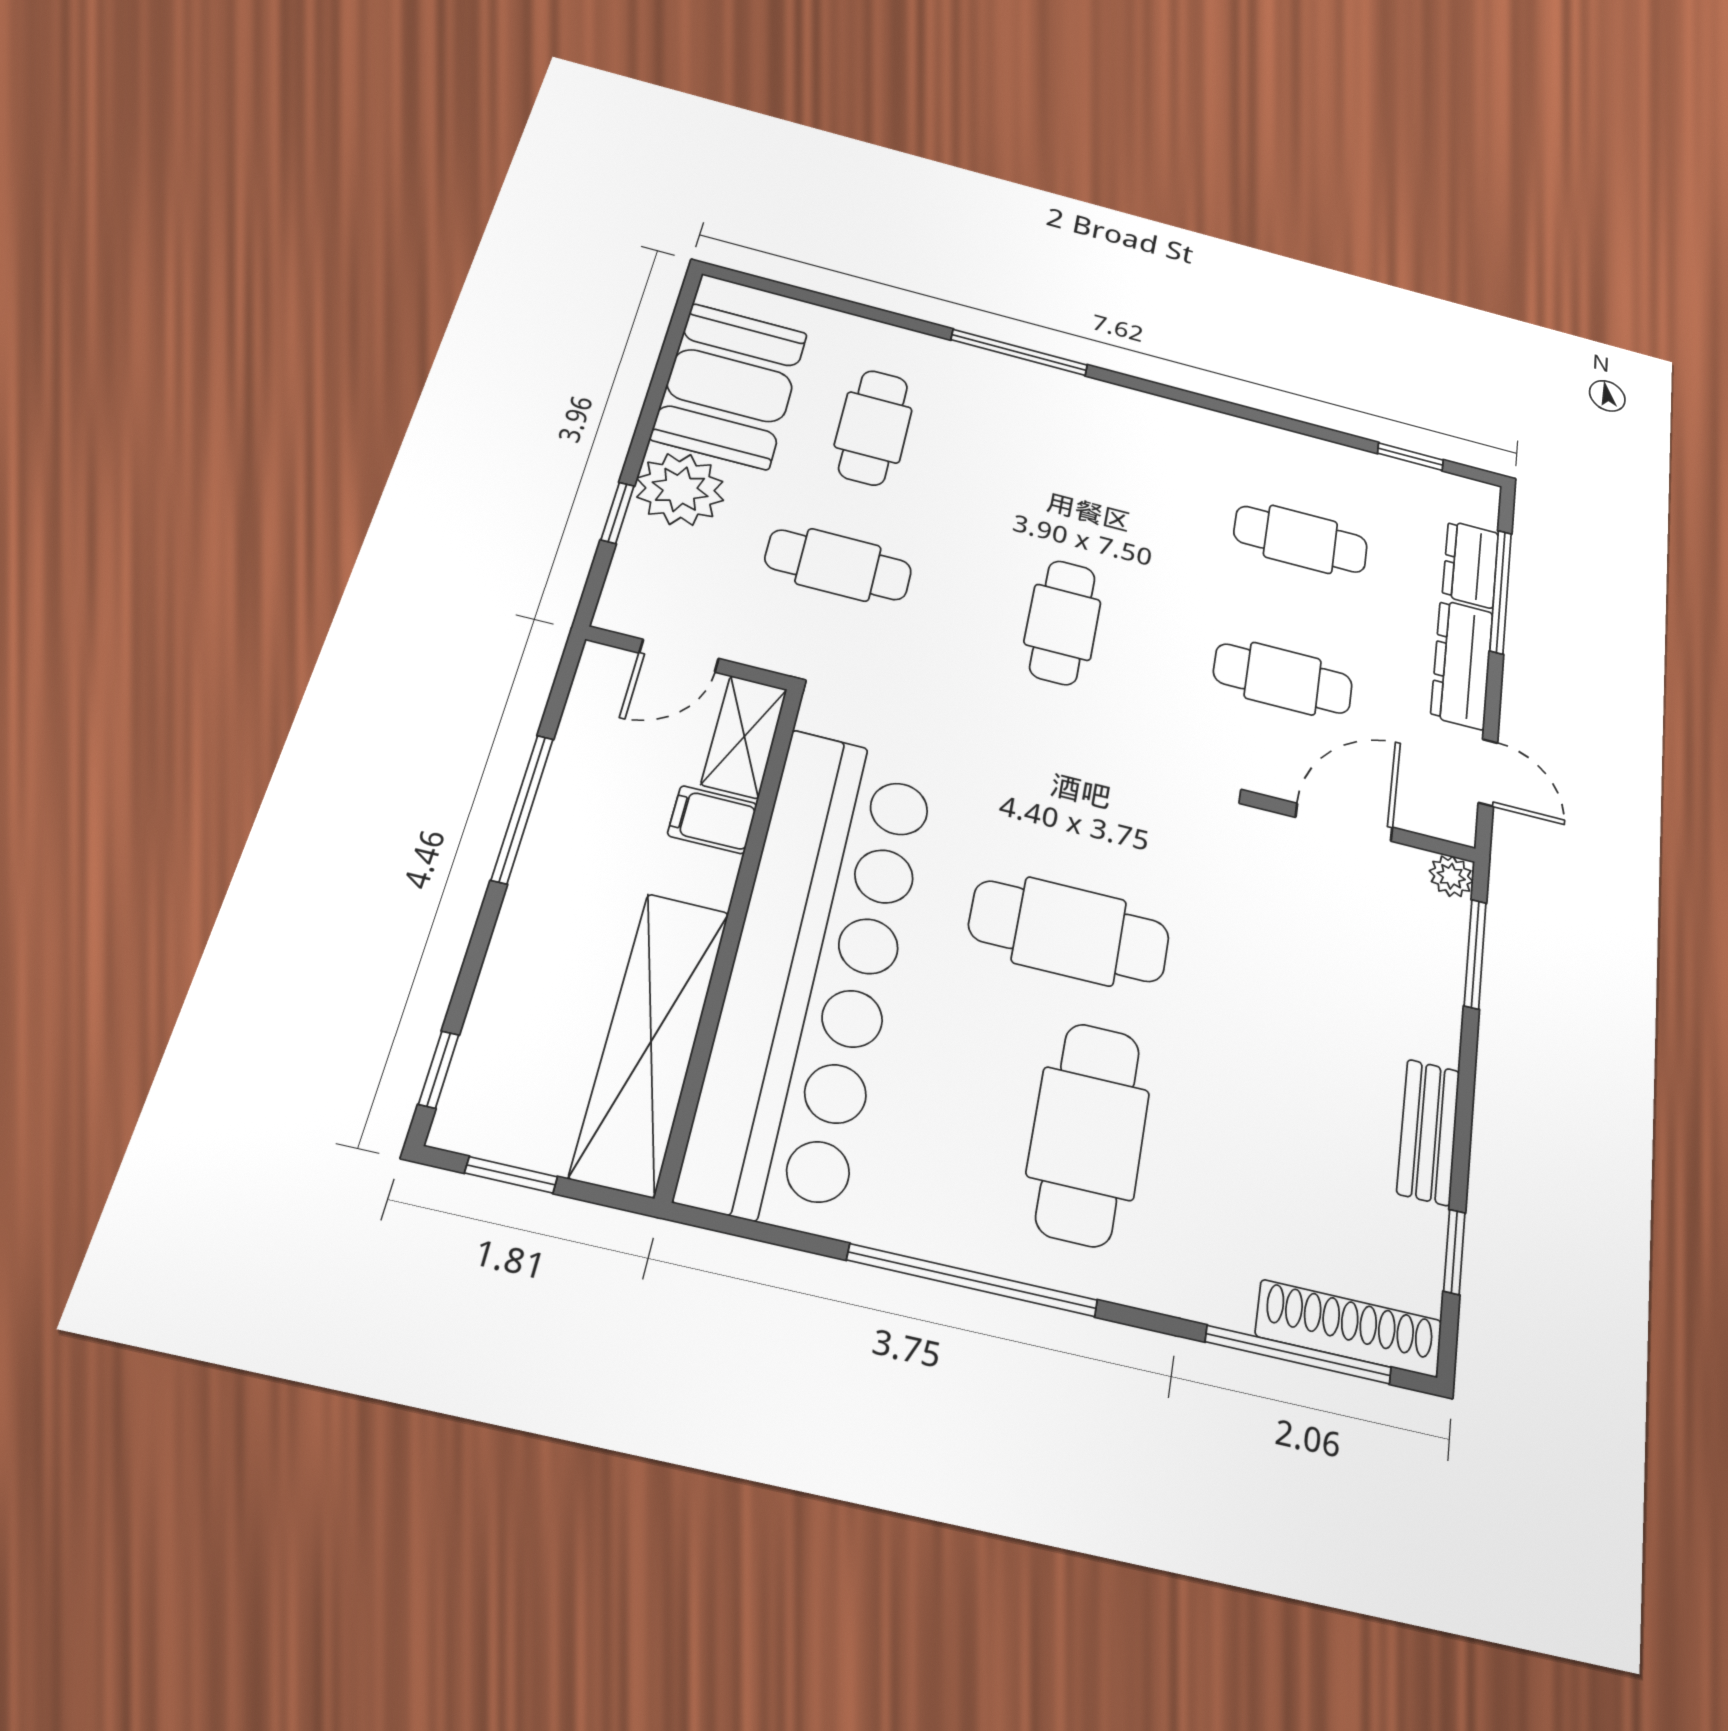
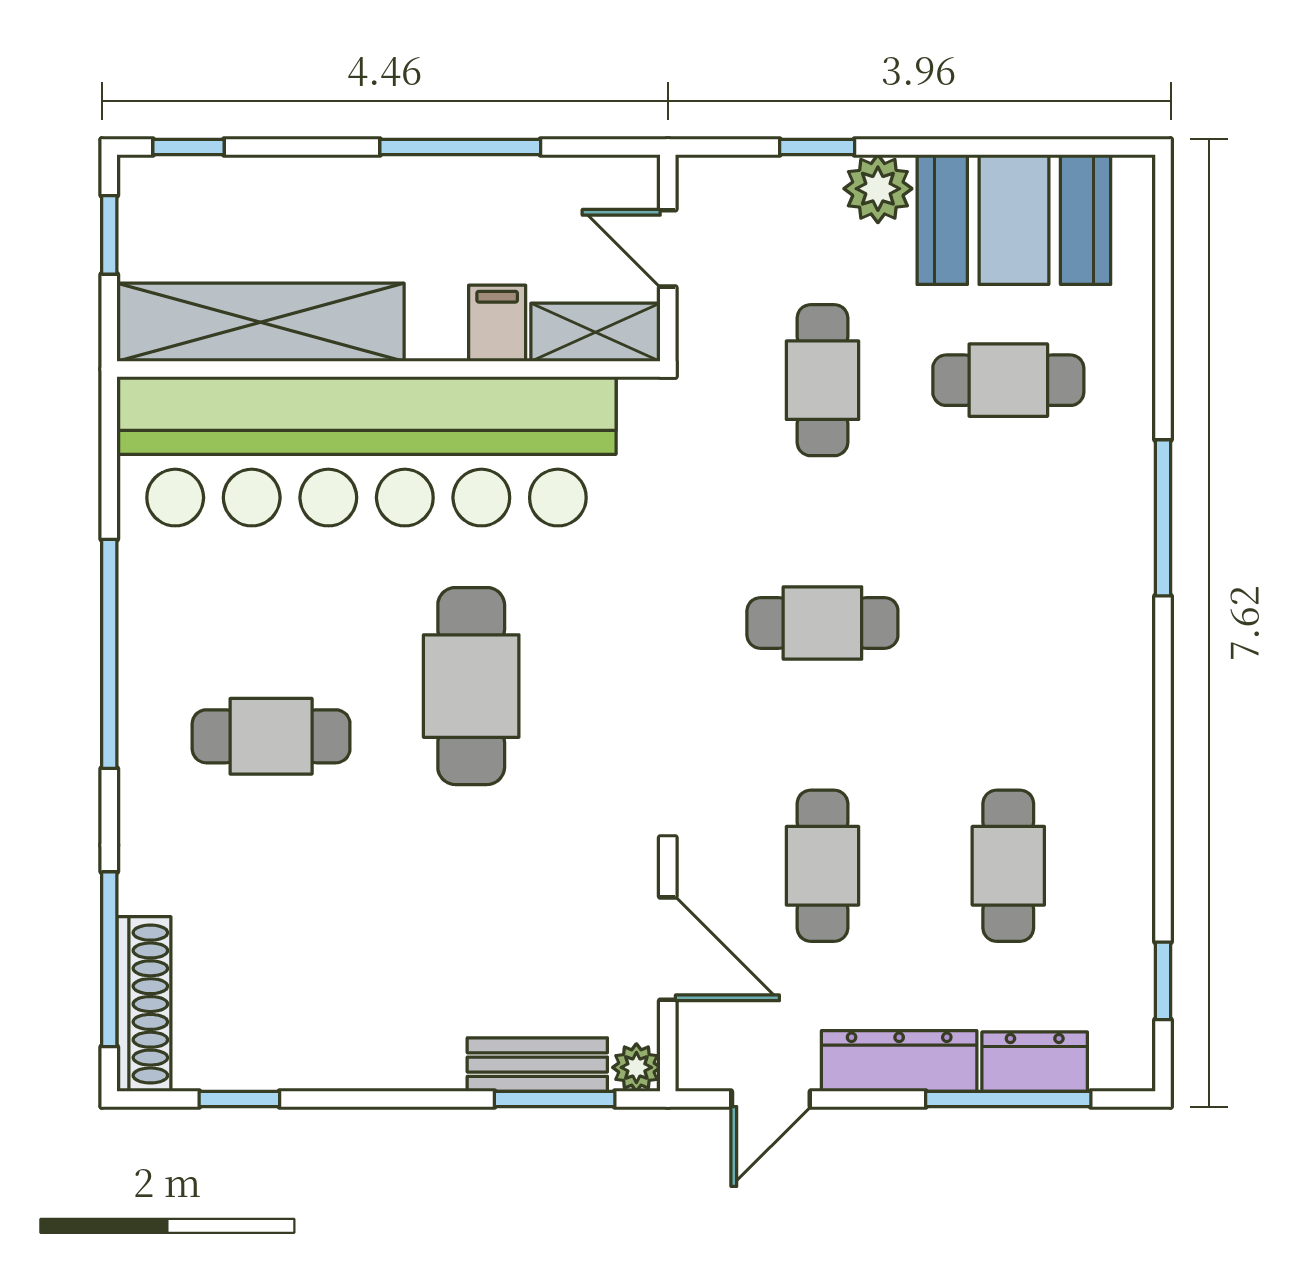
plant: (680, 489) -> (878, 189), width x0.73, depth x0.73
bench: (1428, 1132) -> (537, 1065), moved
cafe table: (1088, 1133) -> (271, 736), width x0.73, depth x0.74

